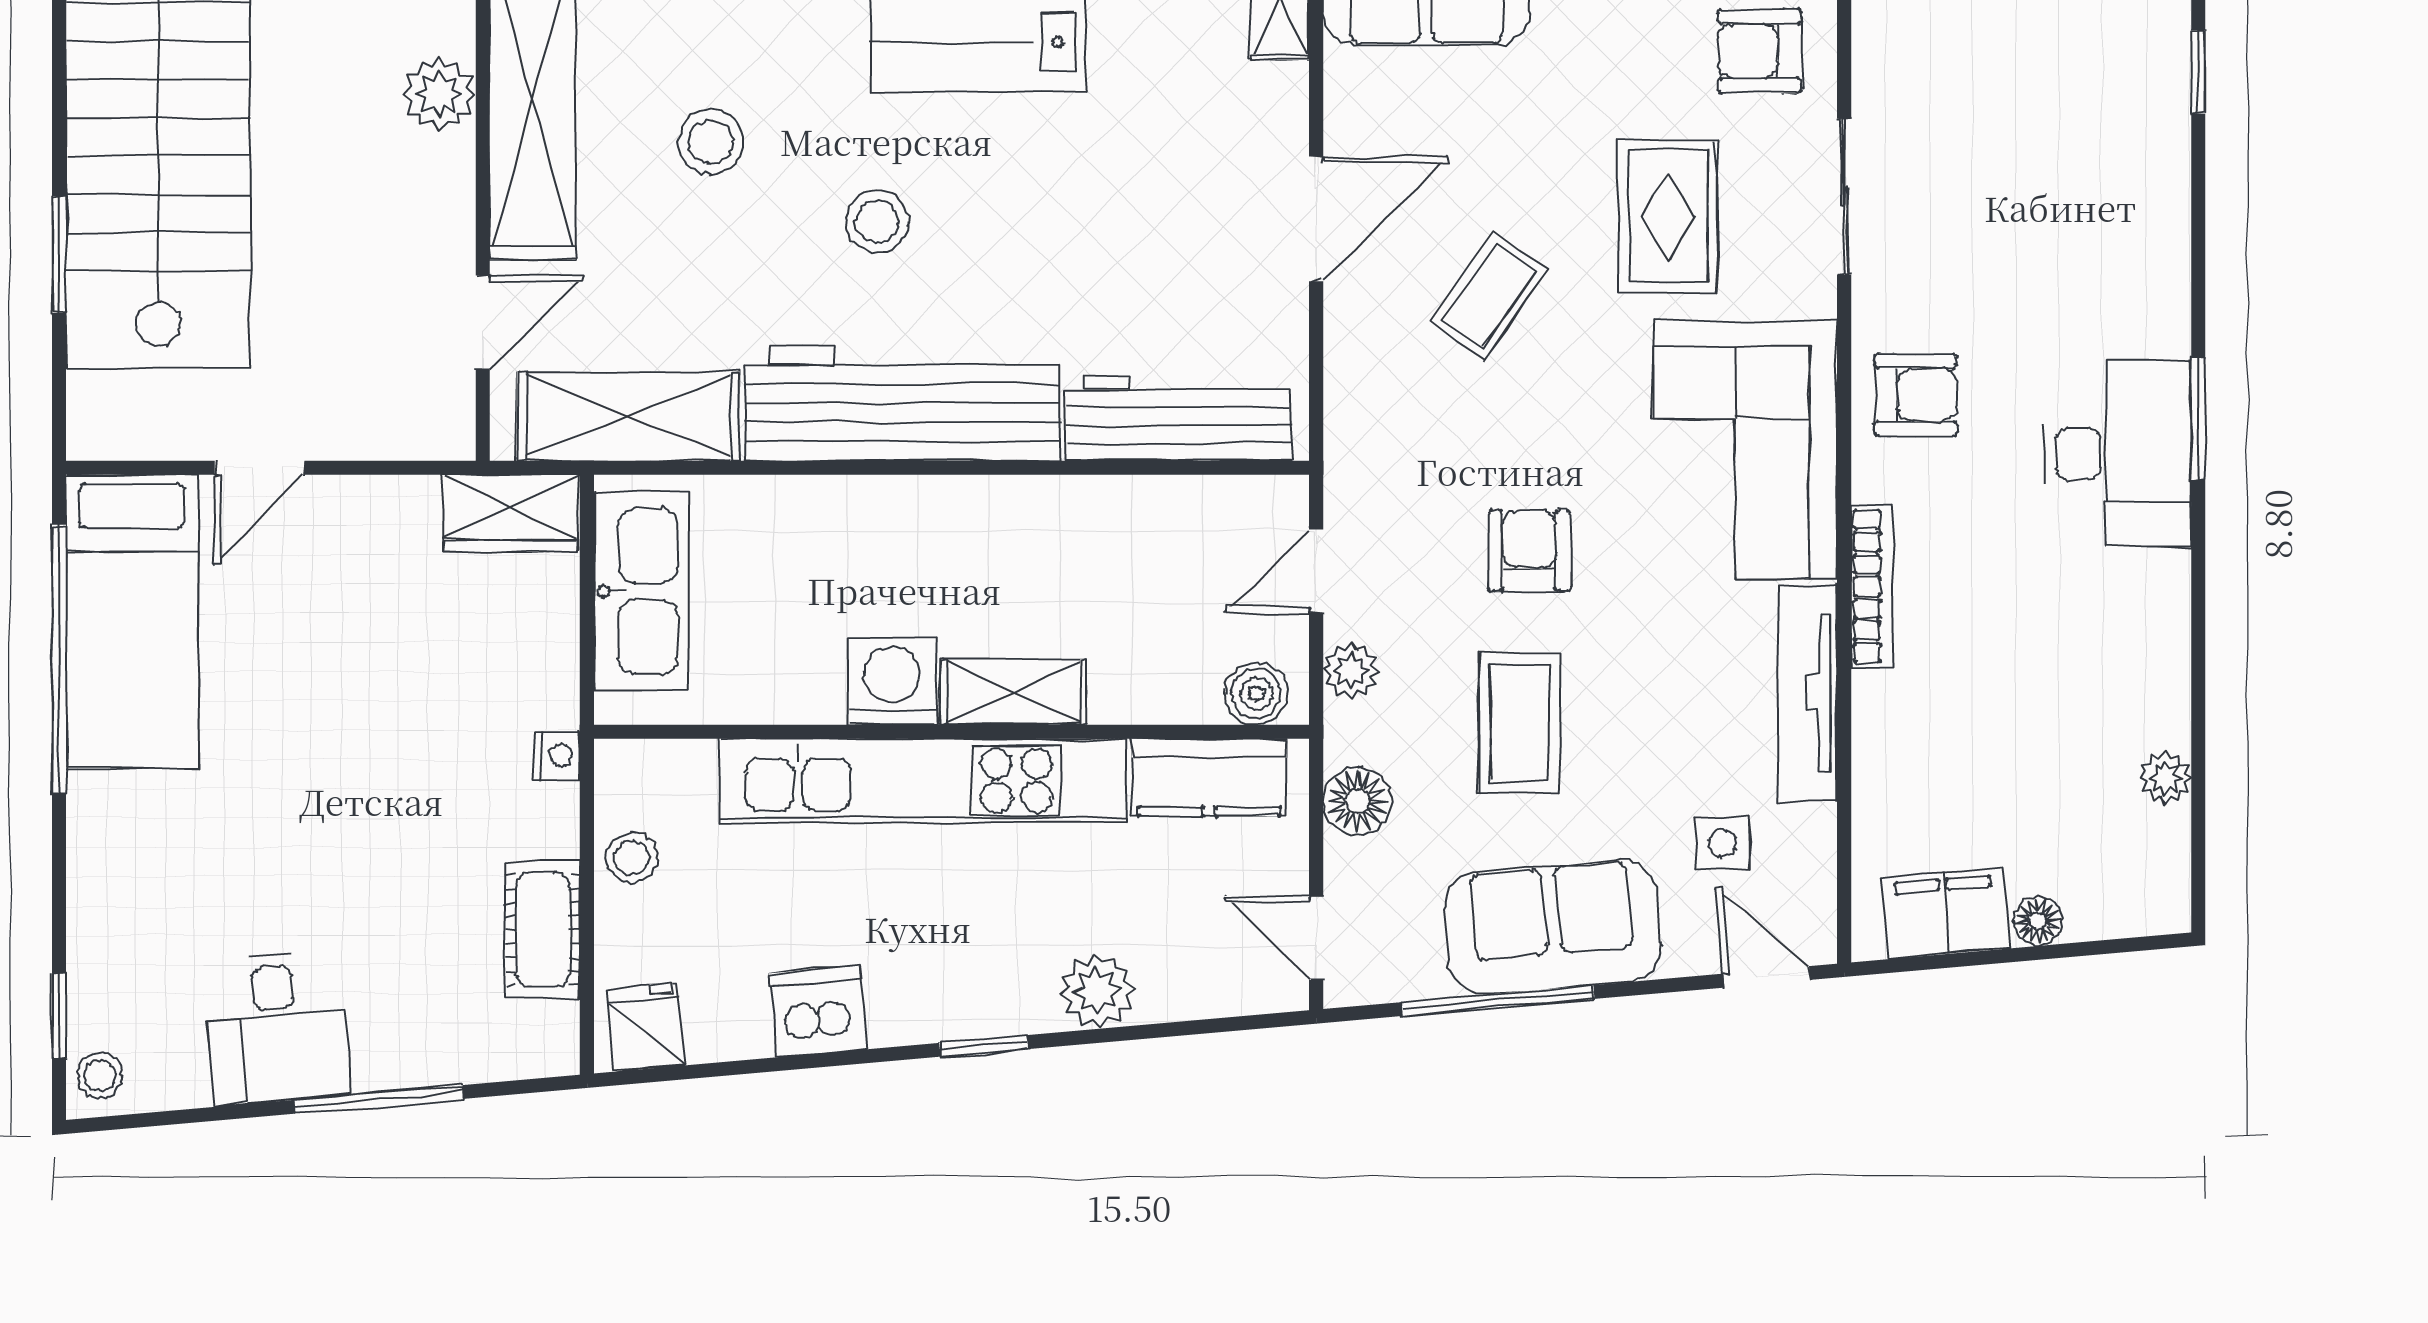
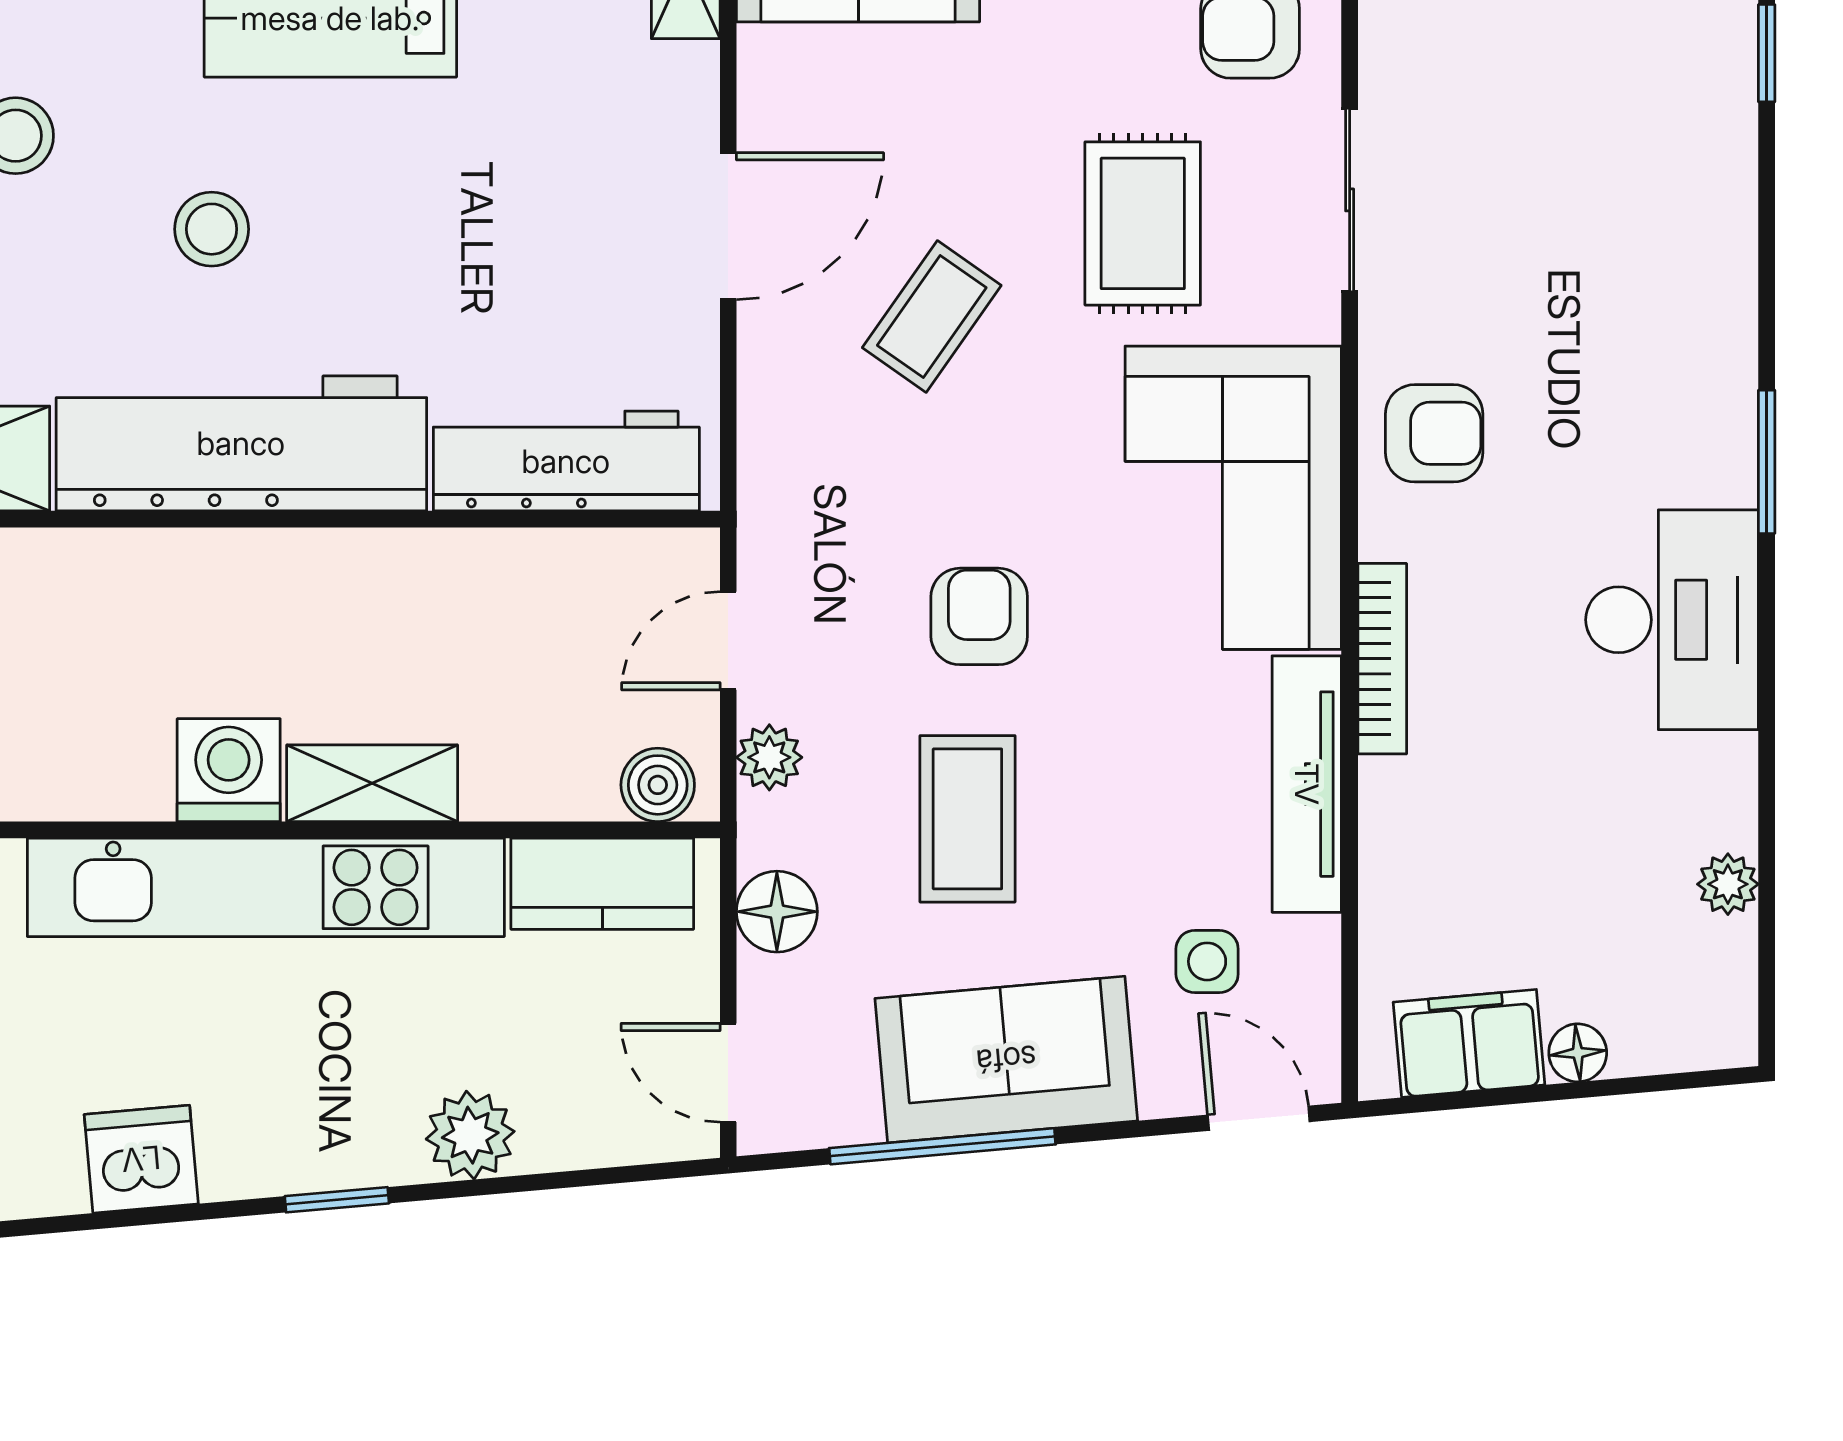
desk: (2118, 453) -> (1672, 620), moved

